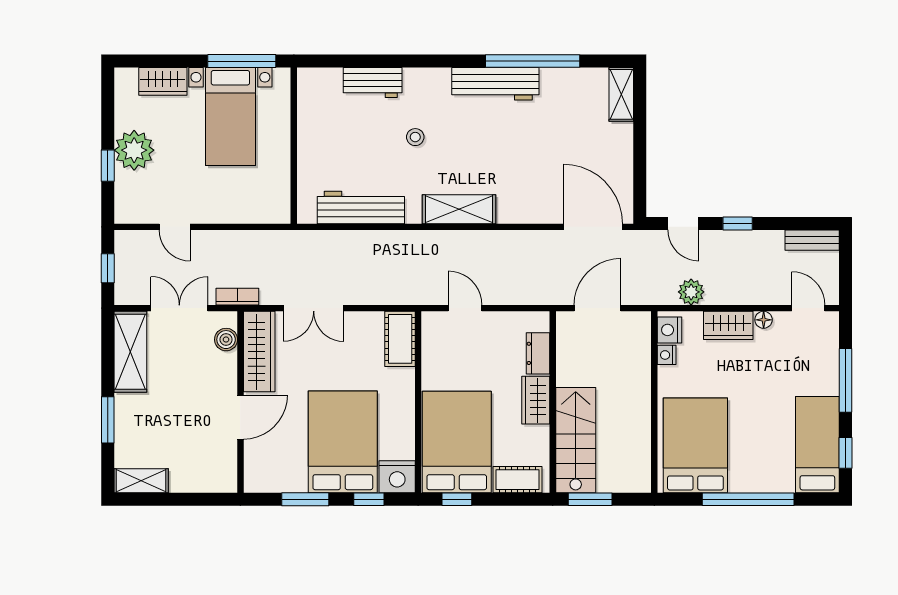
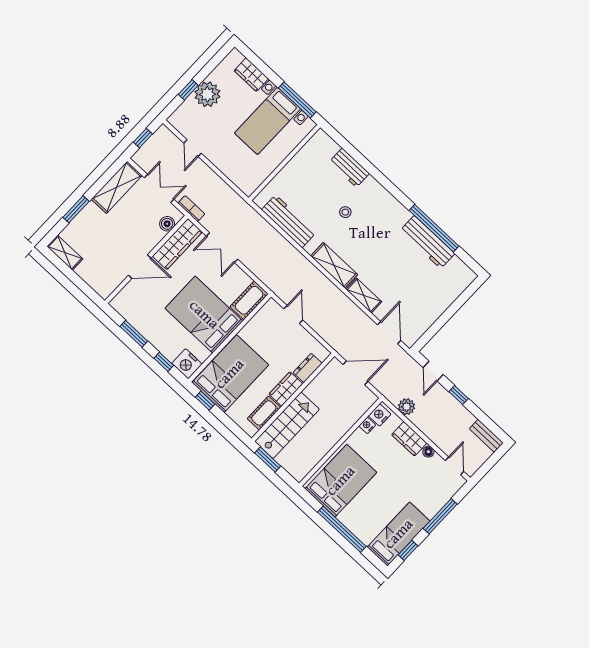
workbench: (495, 84) -> (427, 242), moved
shelving: (621, 94) -> (364, 295), moved, turned 90
door: (593, 227) -> (389, 333), width x0.73
bed: (343, 442) -> (204, 315), moved, turned -90
cot: (517, 480) -> (264, 413), moved, turned 90

